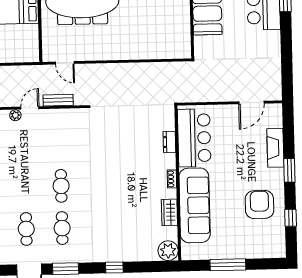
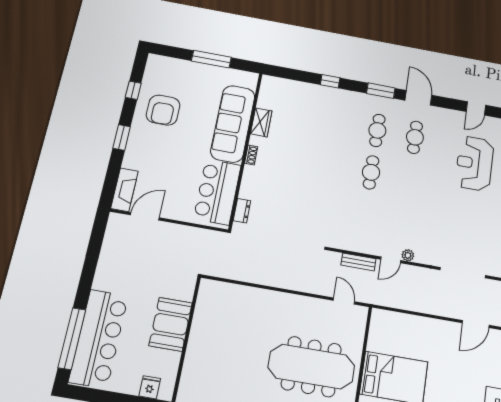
dresser: (169, 142) -> (242, 211), moved
fireplace: (275, 148) -> (124, 190), moved
plant: (168, 251) -> (271, 86), removed

